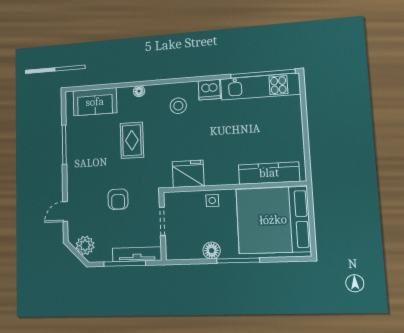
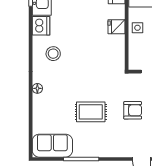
sofa: (95, 102) -> (52, 146), moved, turned -90
rug: (132, 140) -> (91, 112), moved
fridge: (188, 174) -> (116, 27), moved, width x0.53, depth x0.75

